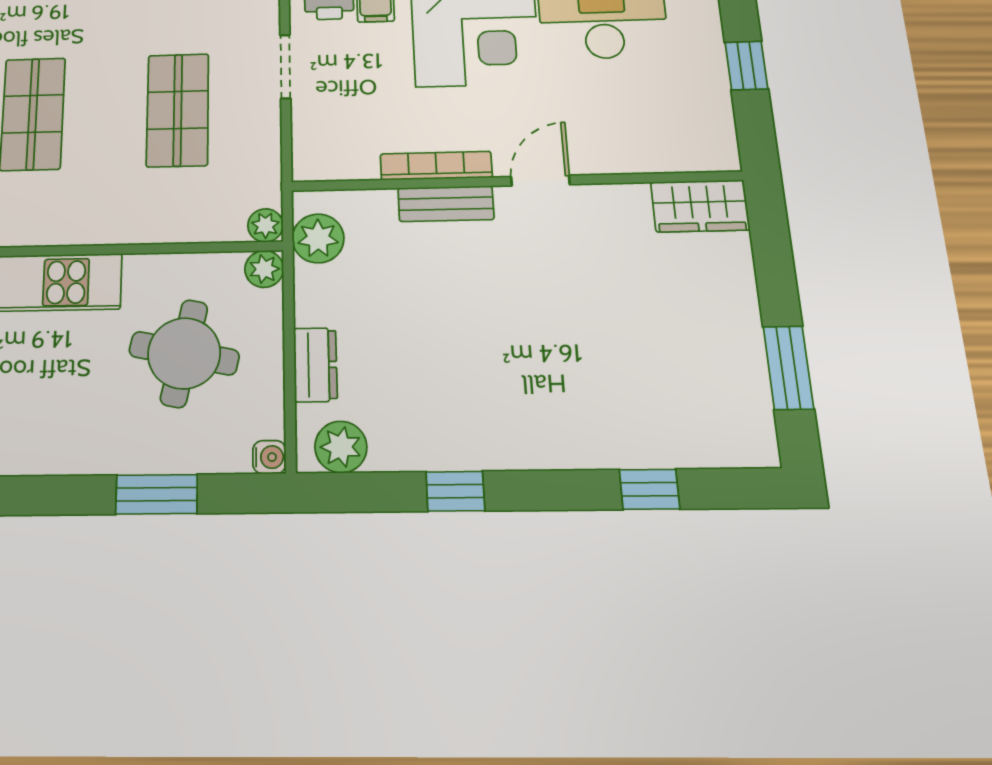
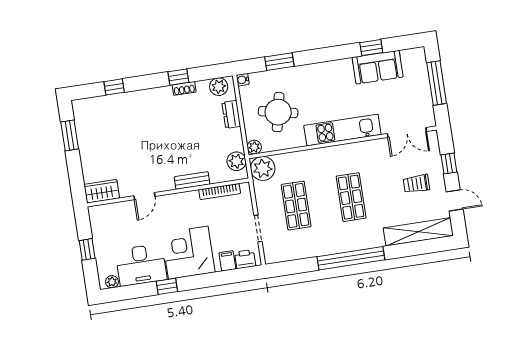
bookcase: (436, 166) -> (220, 192), moved
door: (540, 181) -> (144, 196), moved
plant: (265, 225) -> (263, 168), width x1.87, depth x1.87
shoe rack: (442, 456) -> (184, 88), added

